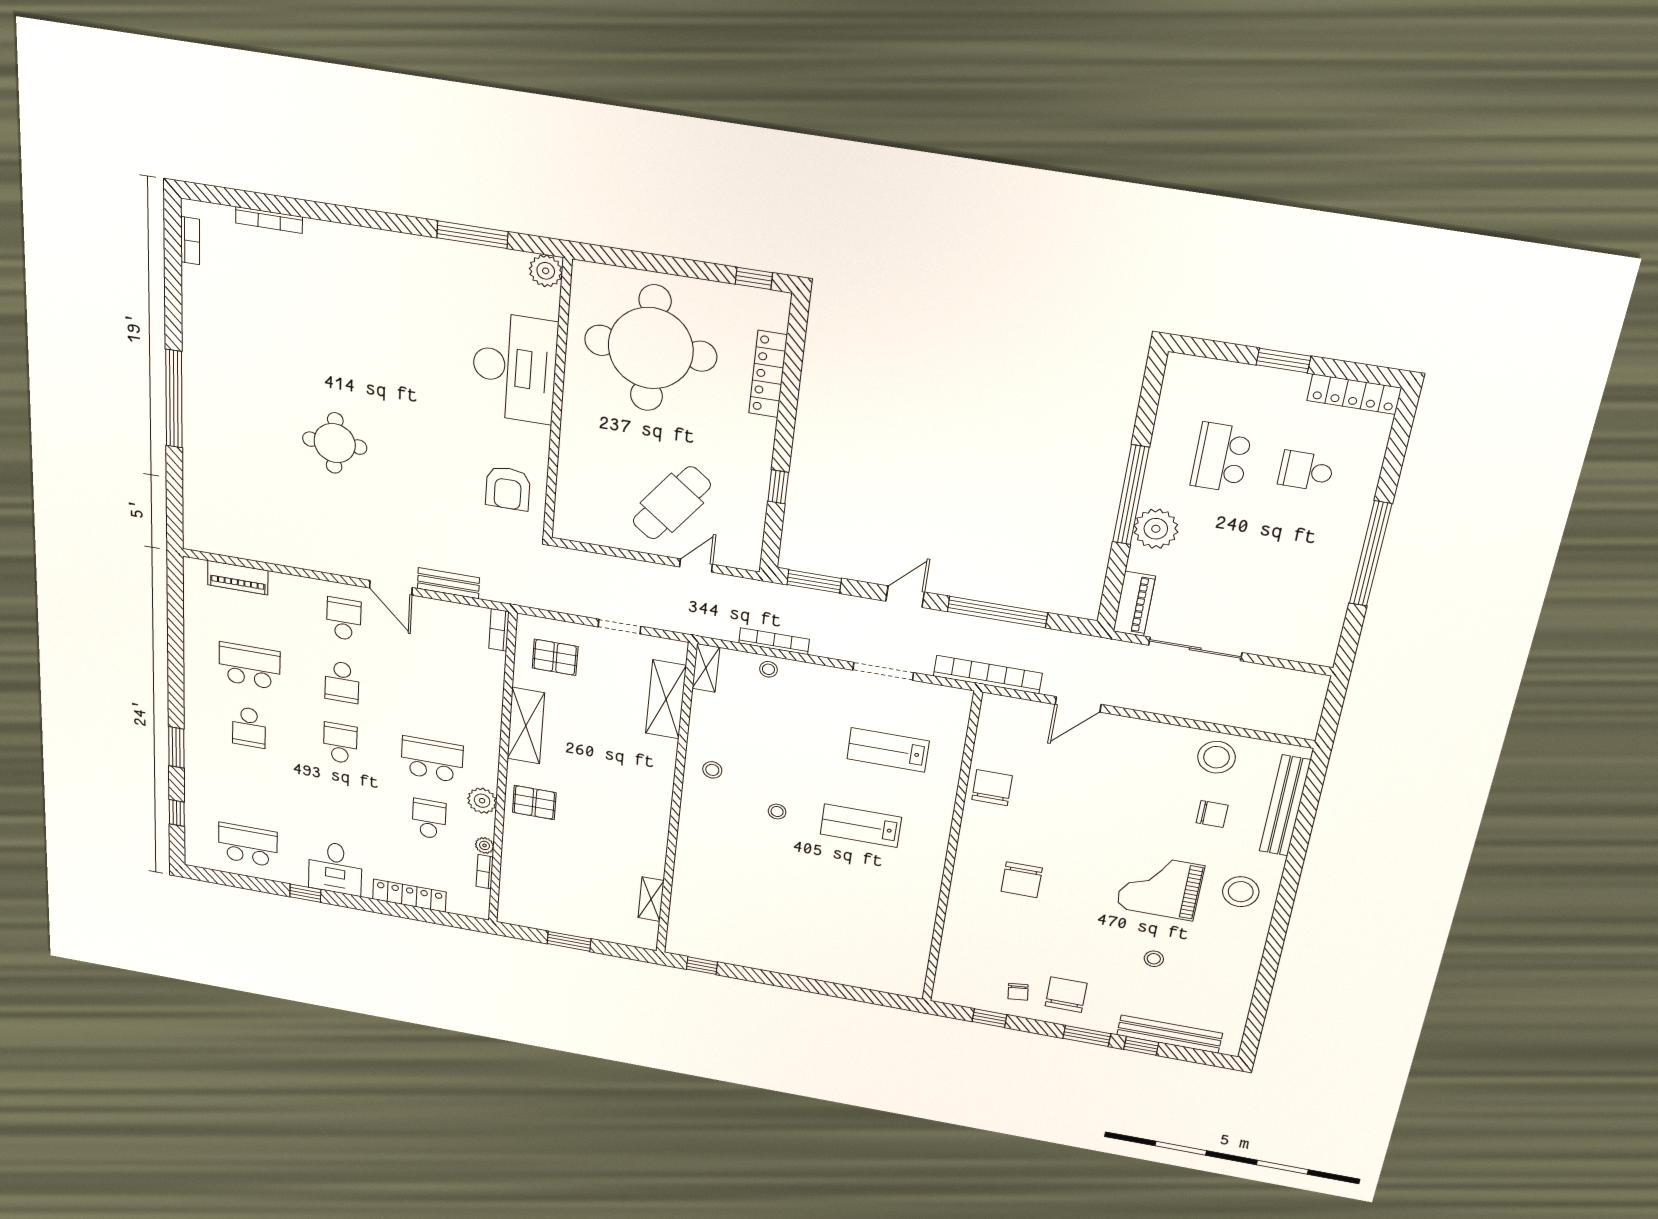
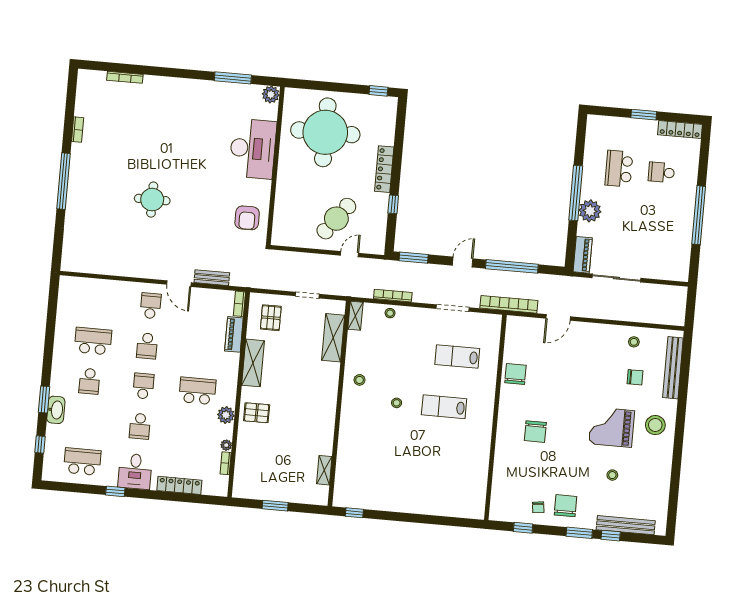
bookcase: (190, 241) -> (78, 130), moved
locker: (768, 374) -> (384, 169), moved
piano: (238, 578) -> (234, 334), moved, turned 90
pallet: (555, 657) -> (271, 318), turned 90
stool: (1217, 757) -> (634, 342), width x0.53, depth x0.53
washbasin: (197, 765) -> (56, 410), added
school desk: (429, 819) -> (140, 426), moved, turned 180

